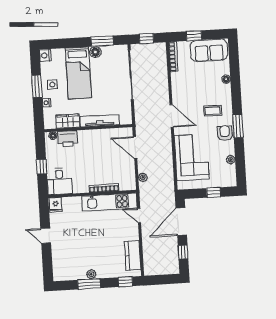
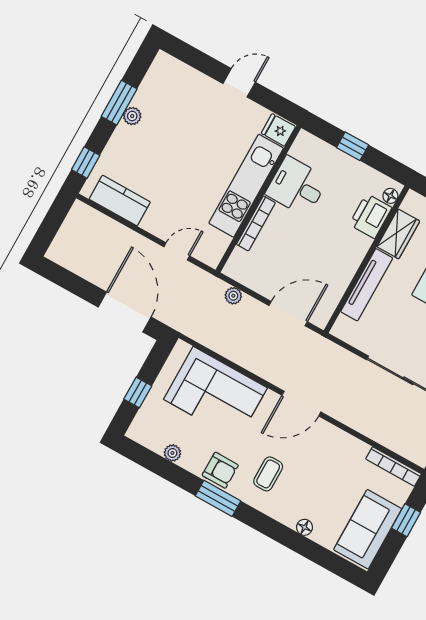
desk: (59, 181) -> (297, 186), moved
kitchen unit: (110, 202) -> (246, 186), moved
window: (183, 252) -> (74, 284), removed

